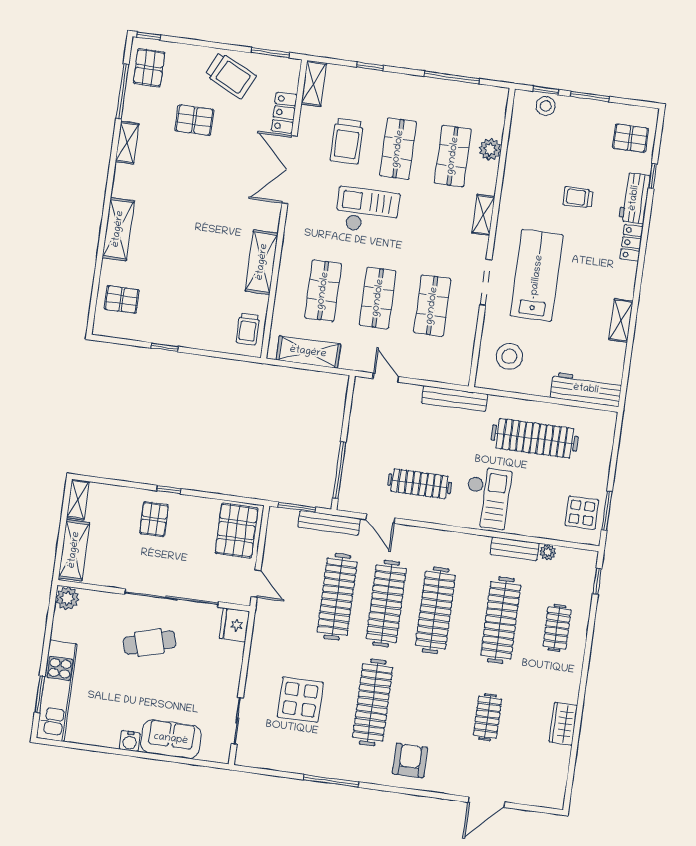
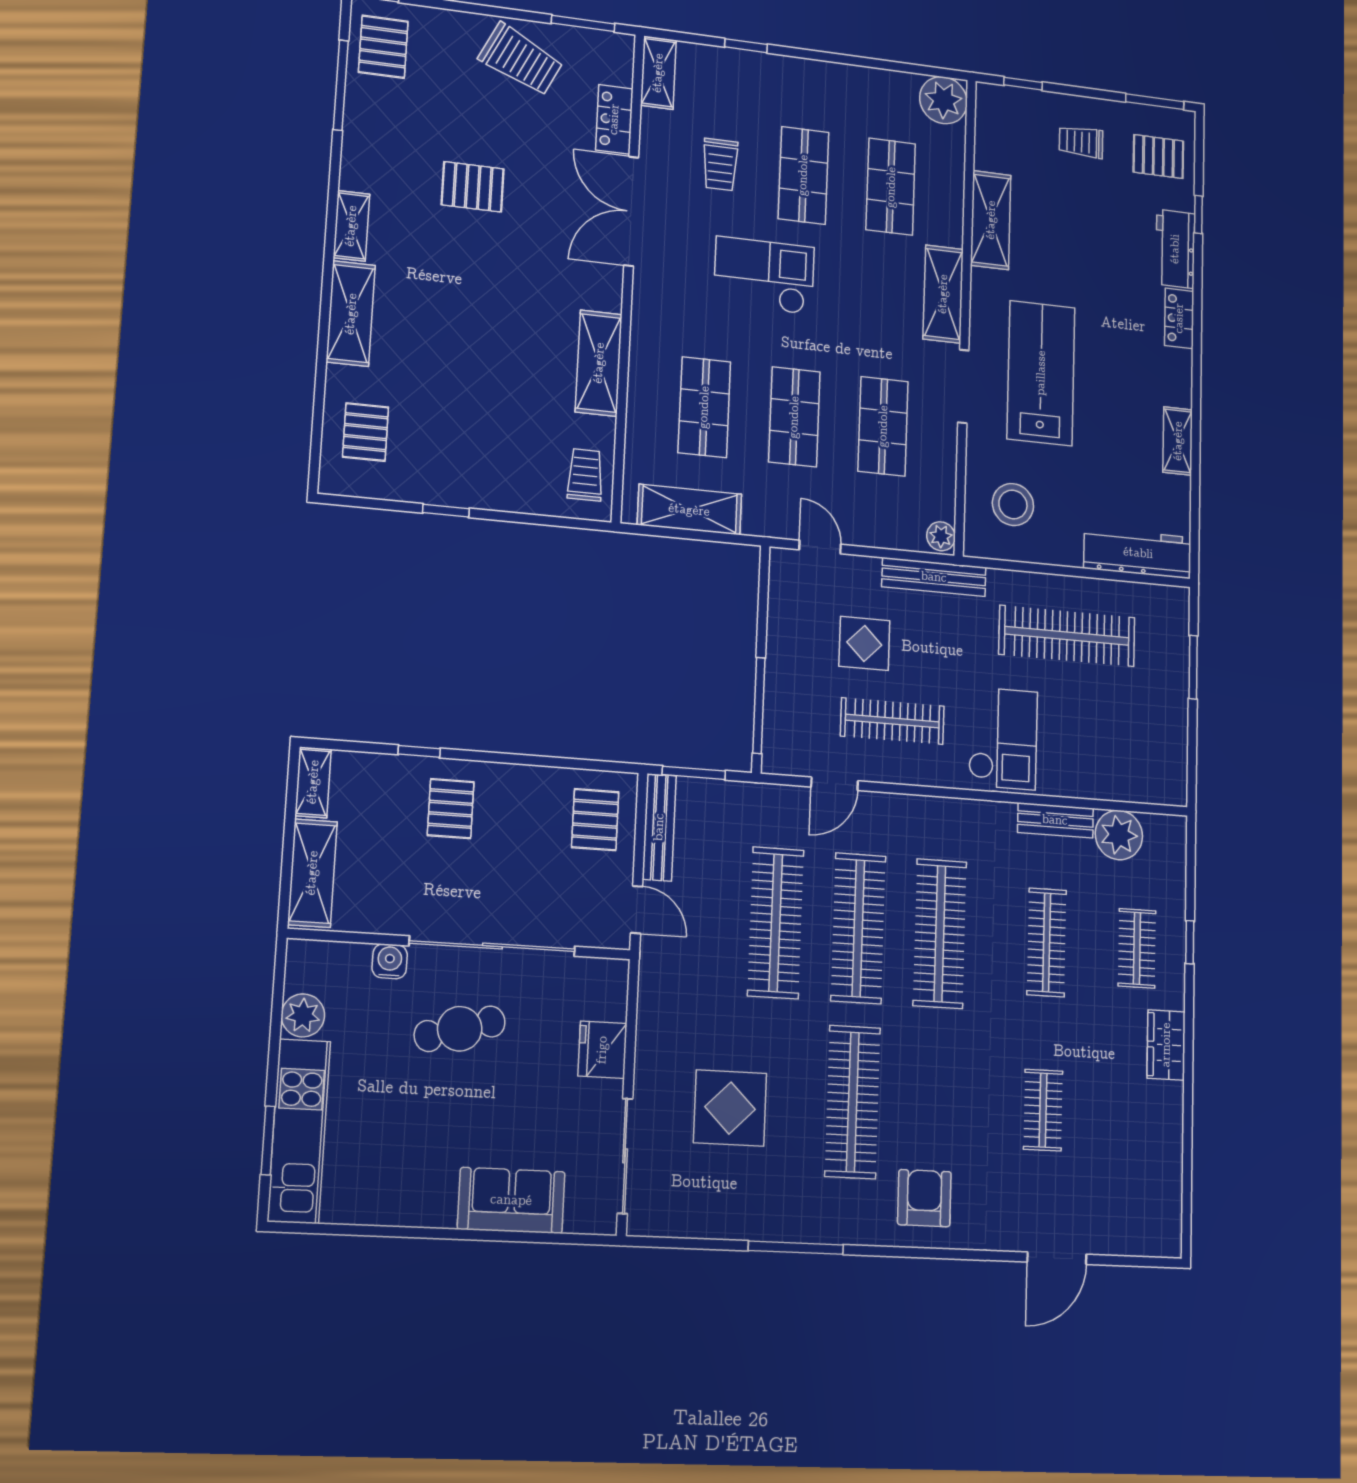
window: (452, 77) -> (876, 64), removed
window: (590, 96) -> (1155, 102), moved
stool: (546, 106) -> (1025, 108), removed
pallet: (194, 120) -> (473, 187), moved
trolley: (347, 141) -> (720, 164), width x0.73, depth x0.72
shelving: (127, 143) -> (351, 226), moved
plant: (490, 149) -> (943, 100), moved, width x1.36, depth x1.36
shelving: (515, 178) -> (991, 220), added
trolley: (578, 197) -> (1081, 142), moved
shelving: (483, 215) -> (943, 294), width x1.50, depth x1.33
pallet: (122, 300) -> (366, 432), turned 90
trolley: (248, 329) -> (585, 475), turned 180
plant: (462, 374) -> (941, 536), added
window: (169, 490) -> (419, 751), moved
window: (607, 511) -> (1193, 667), moved
display table: (582, 513) -> (864, 643), moved
door: (380, 519) -> (835, 784), hinge flipped
bench: (329, 523) -> (659, 827), moved, turned 90
pallet: (236, 531) -> (595, 820), width x0.67, depth x0.71
plant: (548, 552) -> (1119, 835), width x1.88, depth x1.88
window: (597, 581) -> (1190, 942), moved
plant: (67, 598) -> (303, 1015), moved
clothes rail: (501, 620) -> (1047, 942), width x0.73, depth x0.76
fridge: (234, 625) -> (602, 1050), moved
sliding door: (237, 721) -> (625, 1156), width x1.37
wardrobe: (563, 724) -> (1166, 1045), moved
water cooler: (130, 741) -> (390, 961), moved, turned 180

